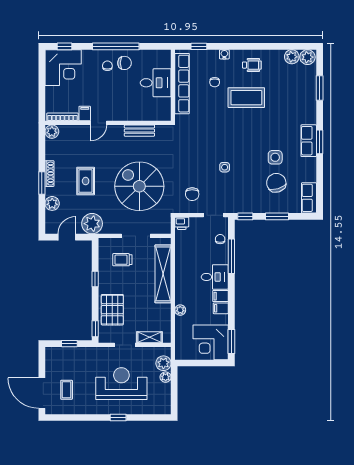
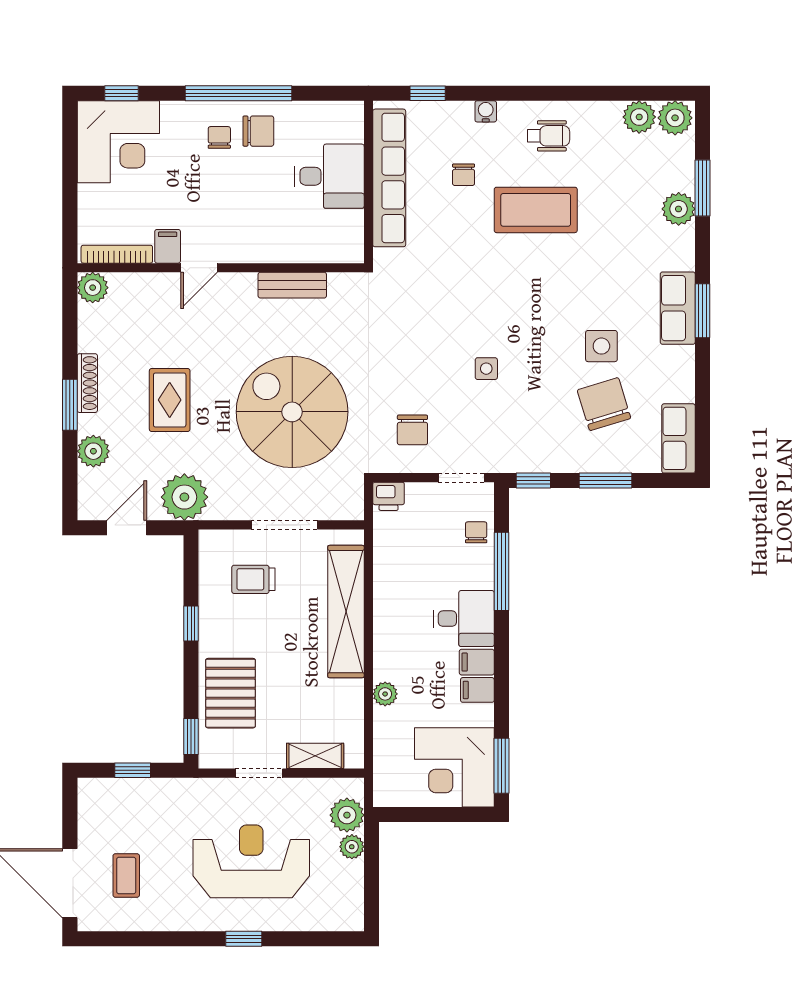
plant: (309, 97) -> (679, 209), added

